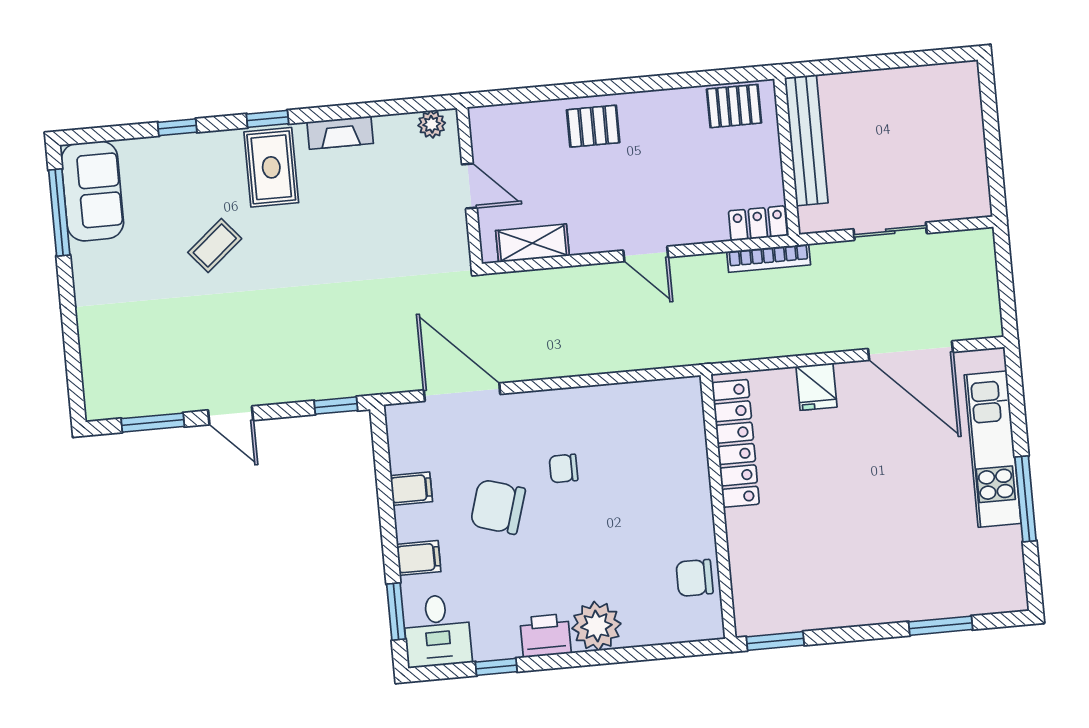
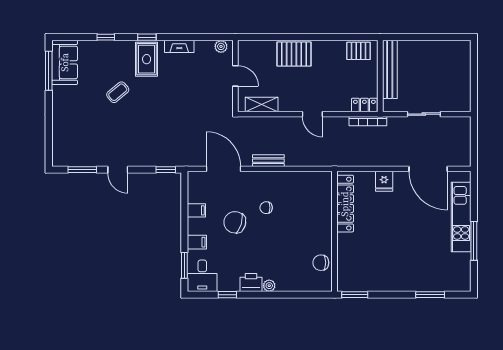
pallet: (593, 126) -> (294, 54), width x1.50, depth x1.42
bench: (559, 365) -> (268, 161), added
plant: (596, 626) -> (269, 286), width x0.53, depth x0.53

